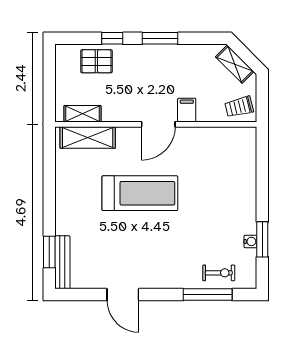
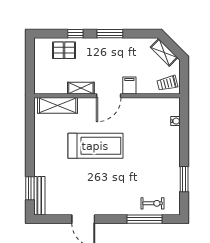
shelving: (82, 114) -> (81, 88), moved
water cooler: (250, 241) -> (175, 121), moved

